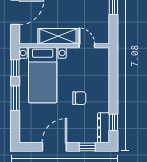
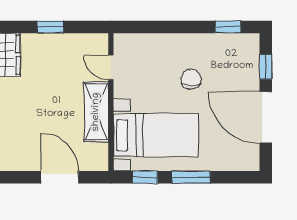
door: (87, 46) -> (111, 67), hinge flipped
dresser: (103, 128) -> (236, 42), removed
door: (54, 147) -> (266, 117), width x1.36

